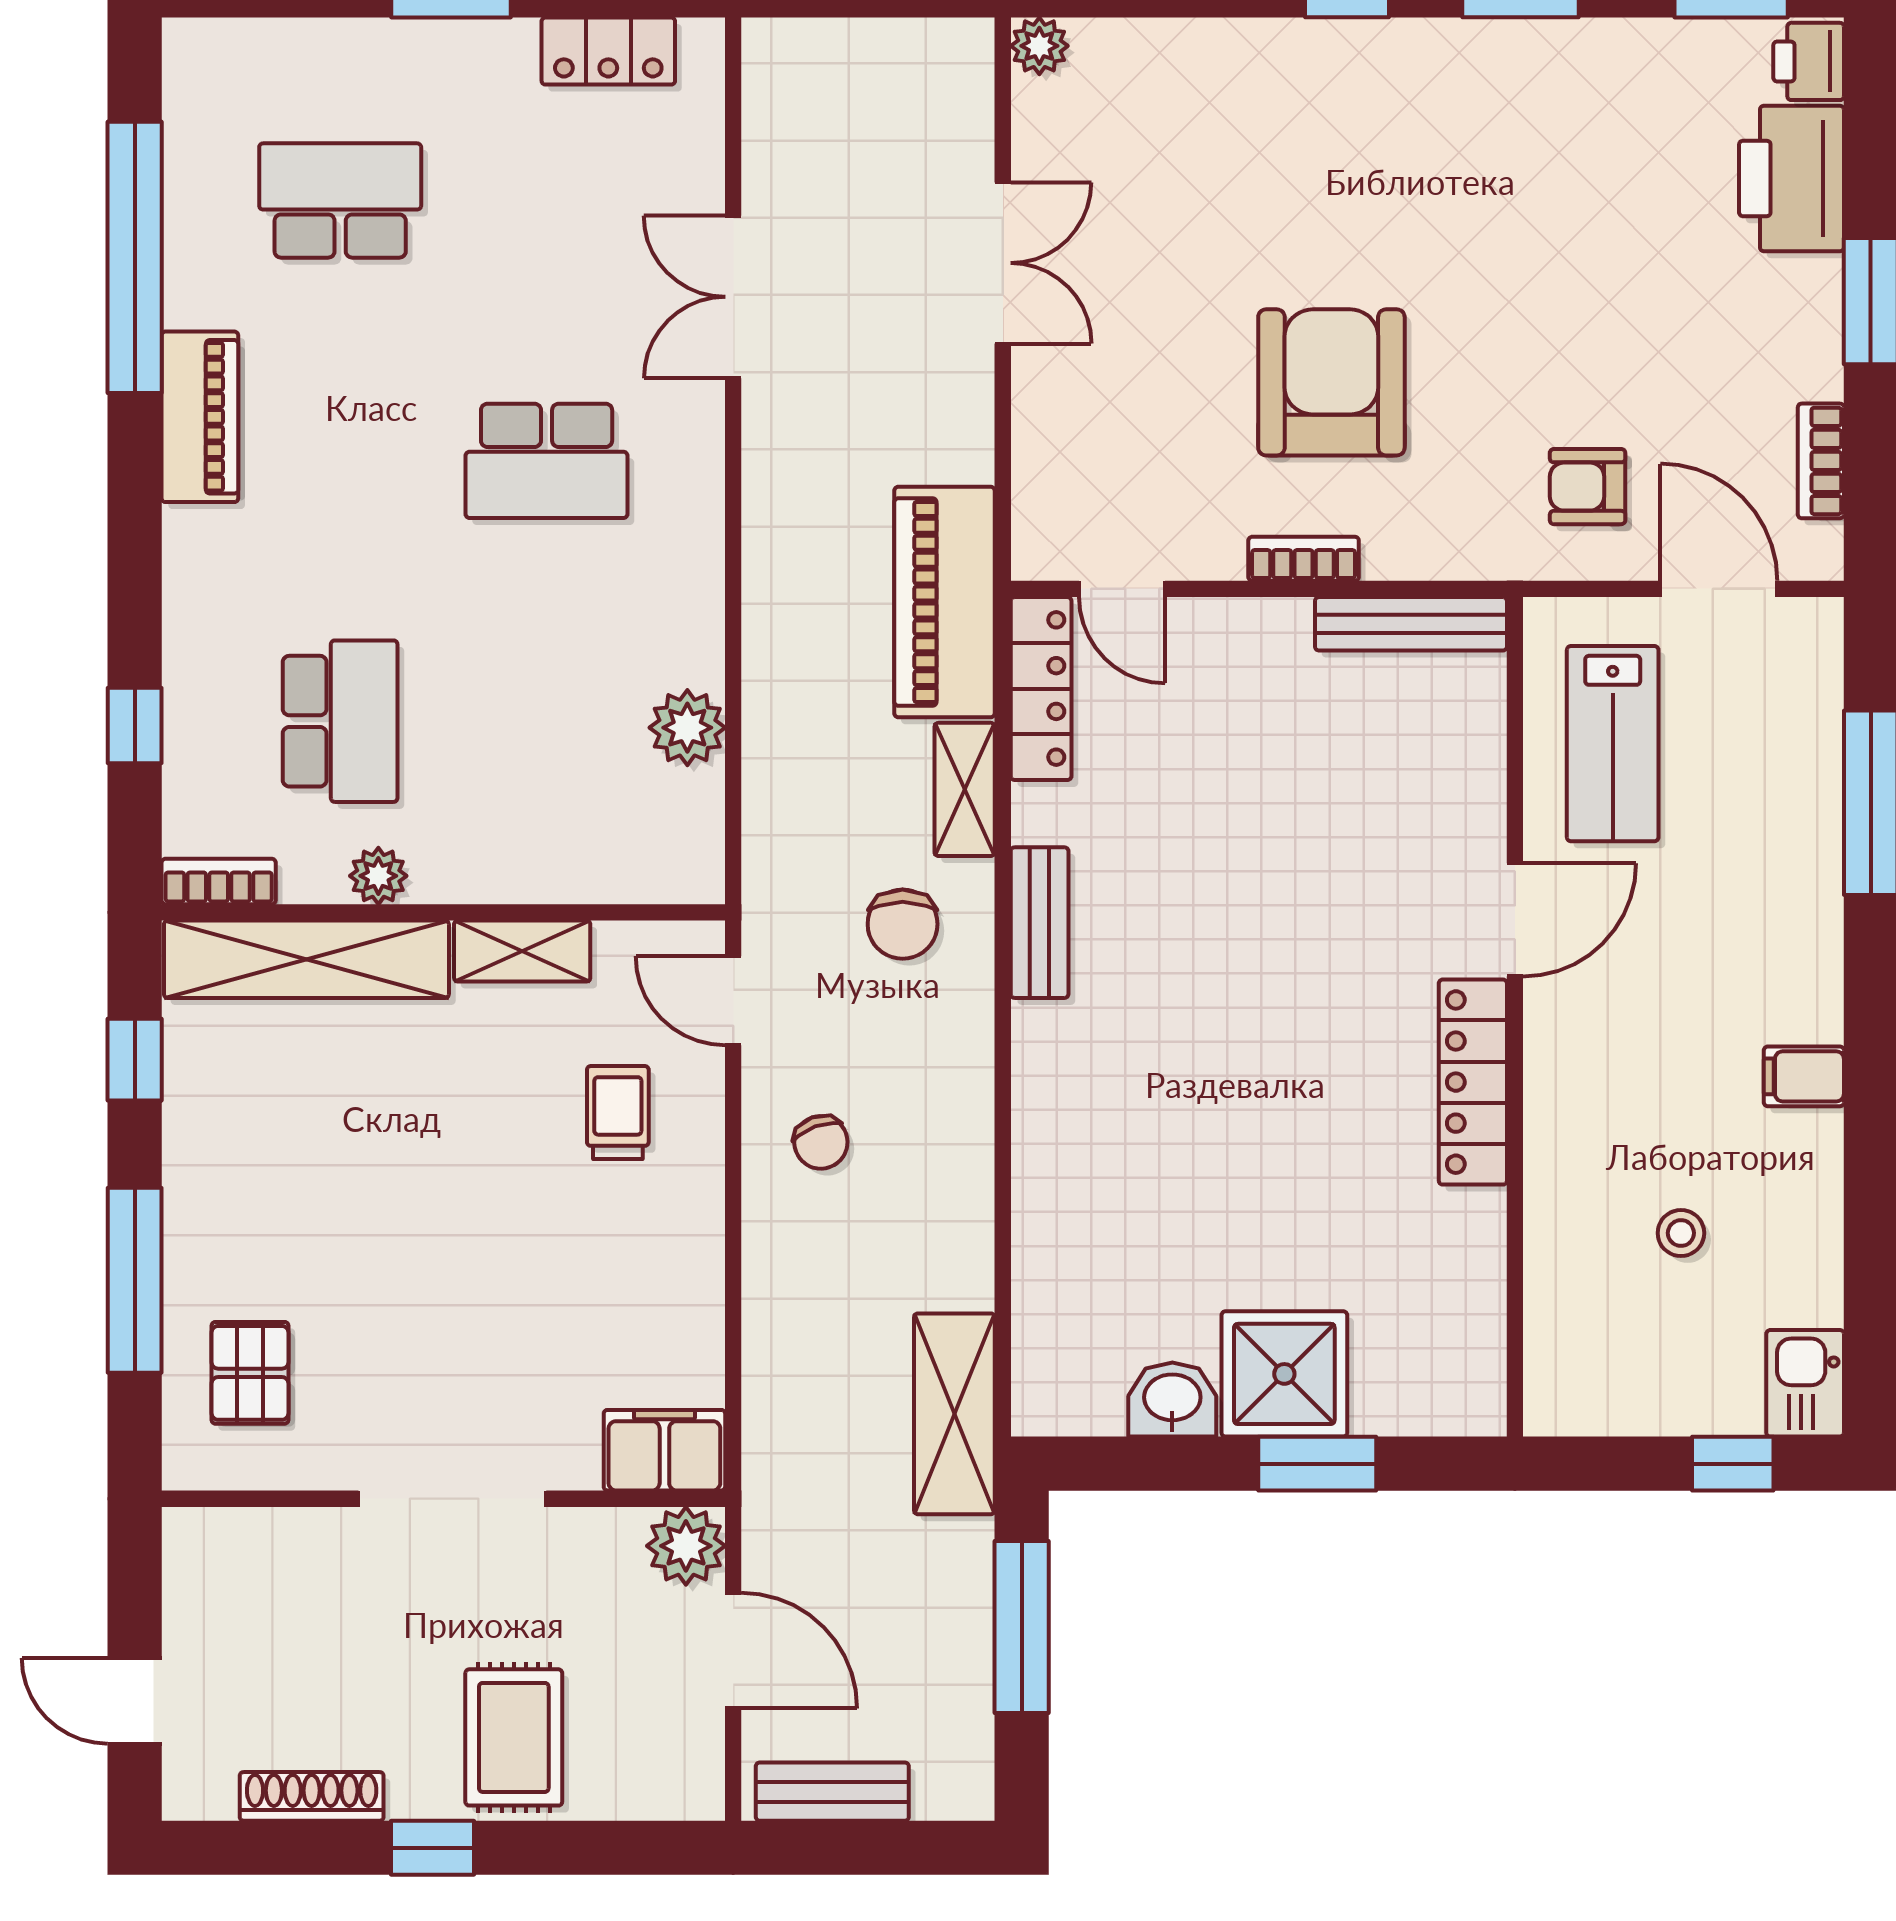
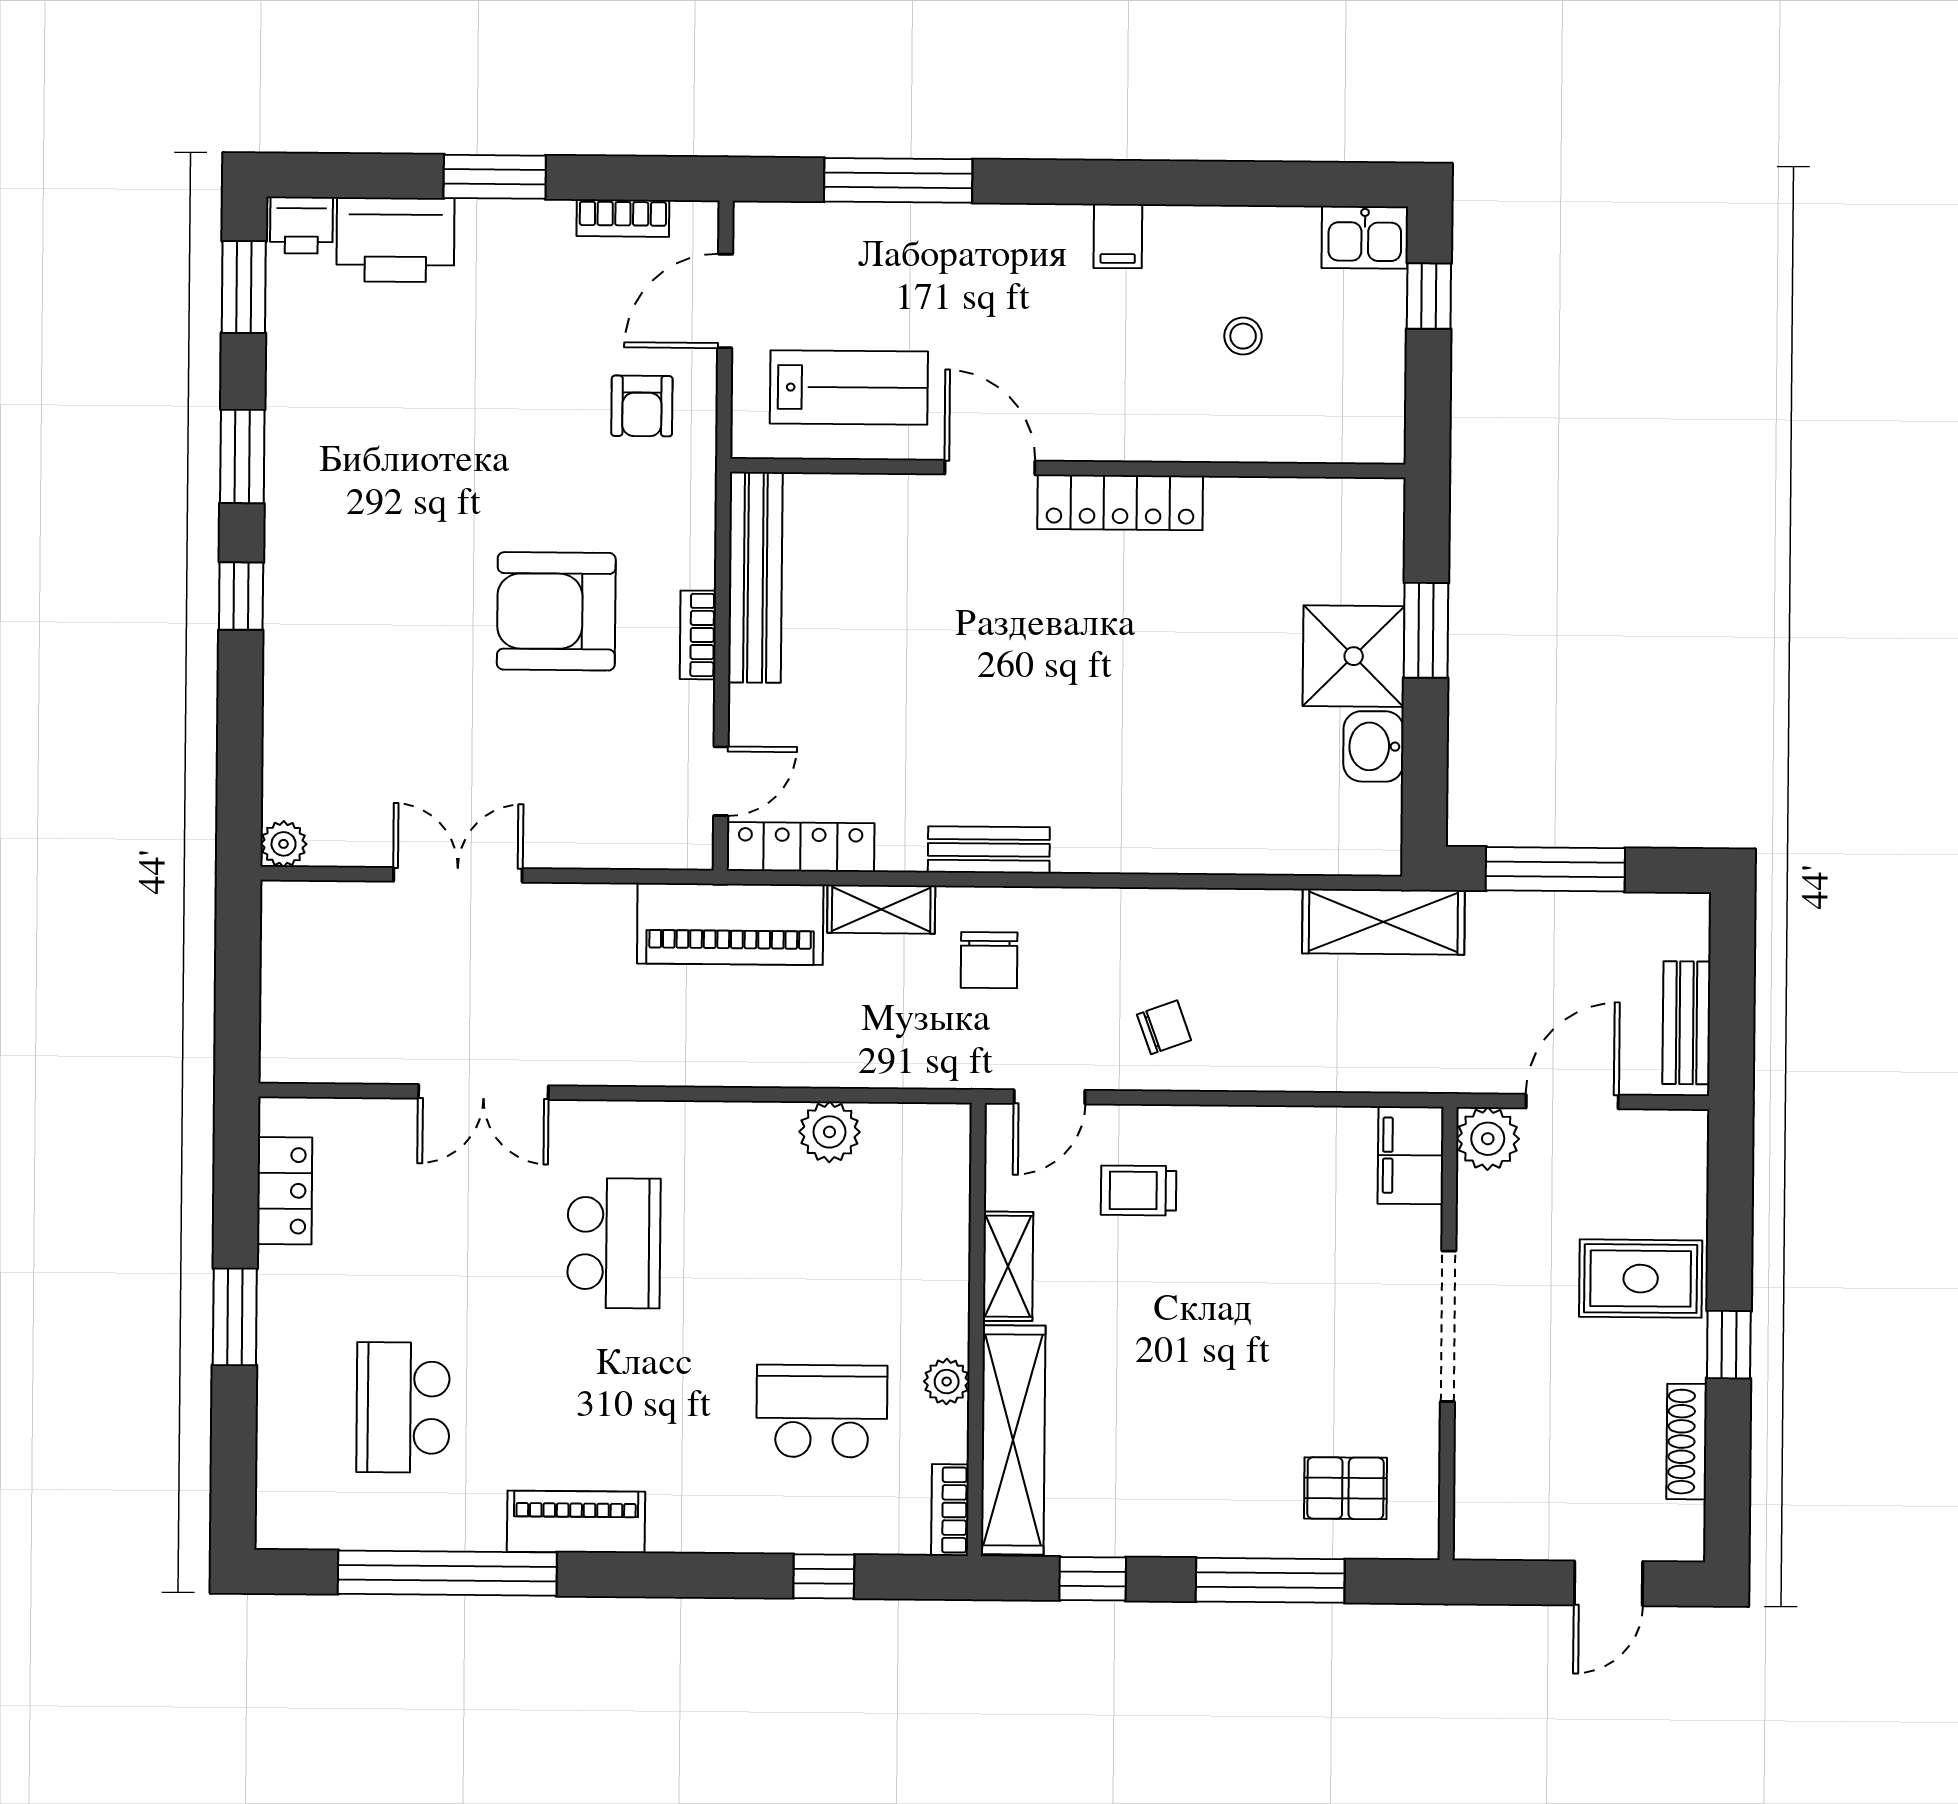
bench: (1411, 624) -> (755, 577), width x1.37, depth x1.21
chair: (903, 924) -> (989, 960), turned 90

